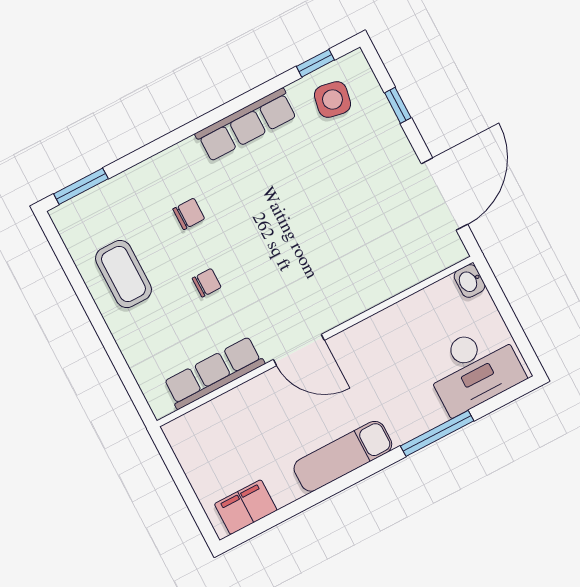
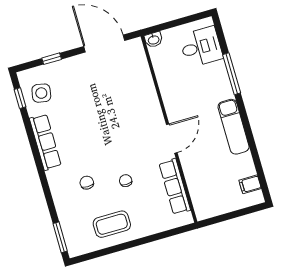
desk: (474, 369) -> (201, 47), width x0.73
filing cabinet: (246, 507) -> (250, 184), width x0.50

